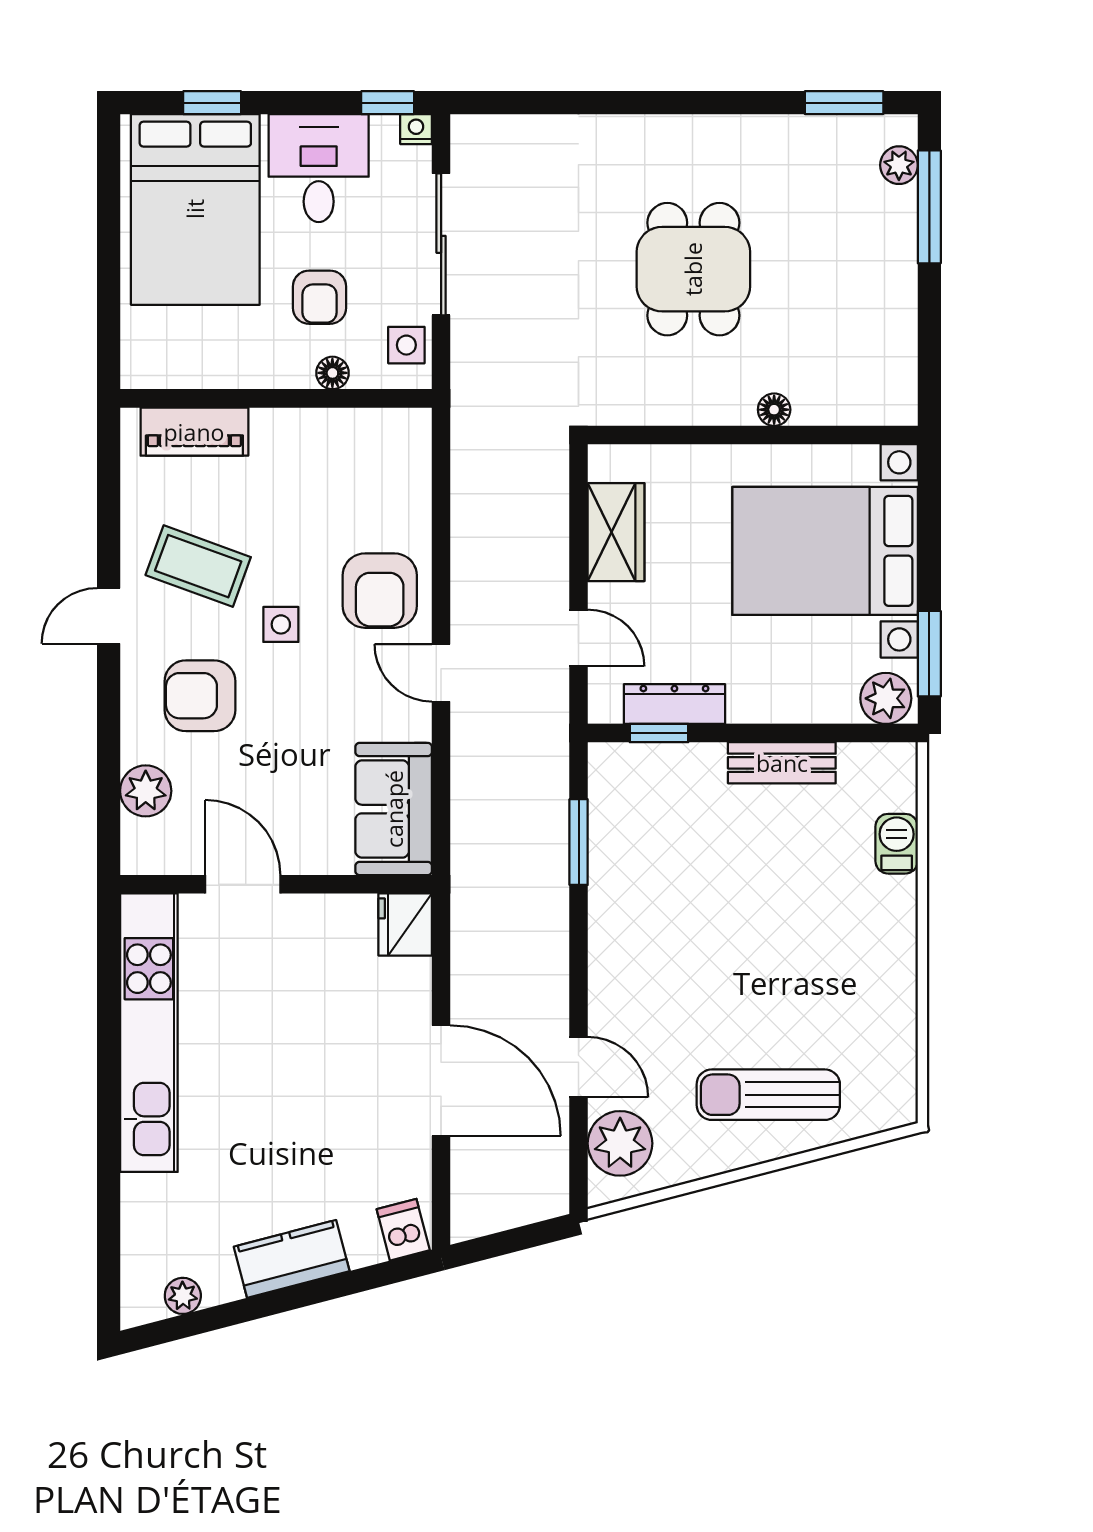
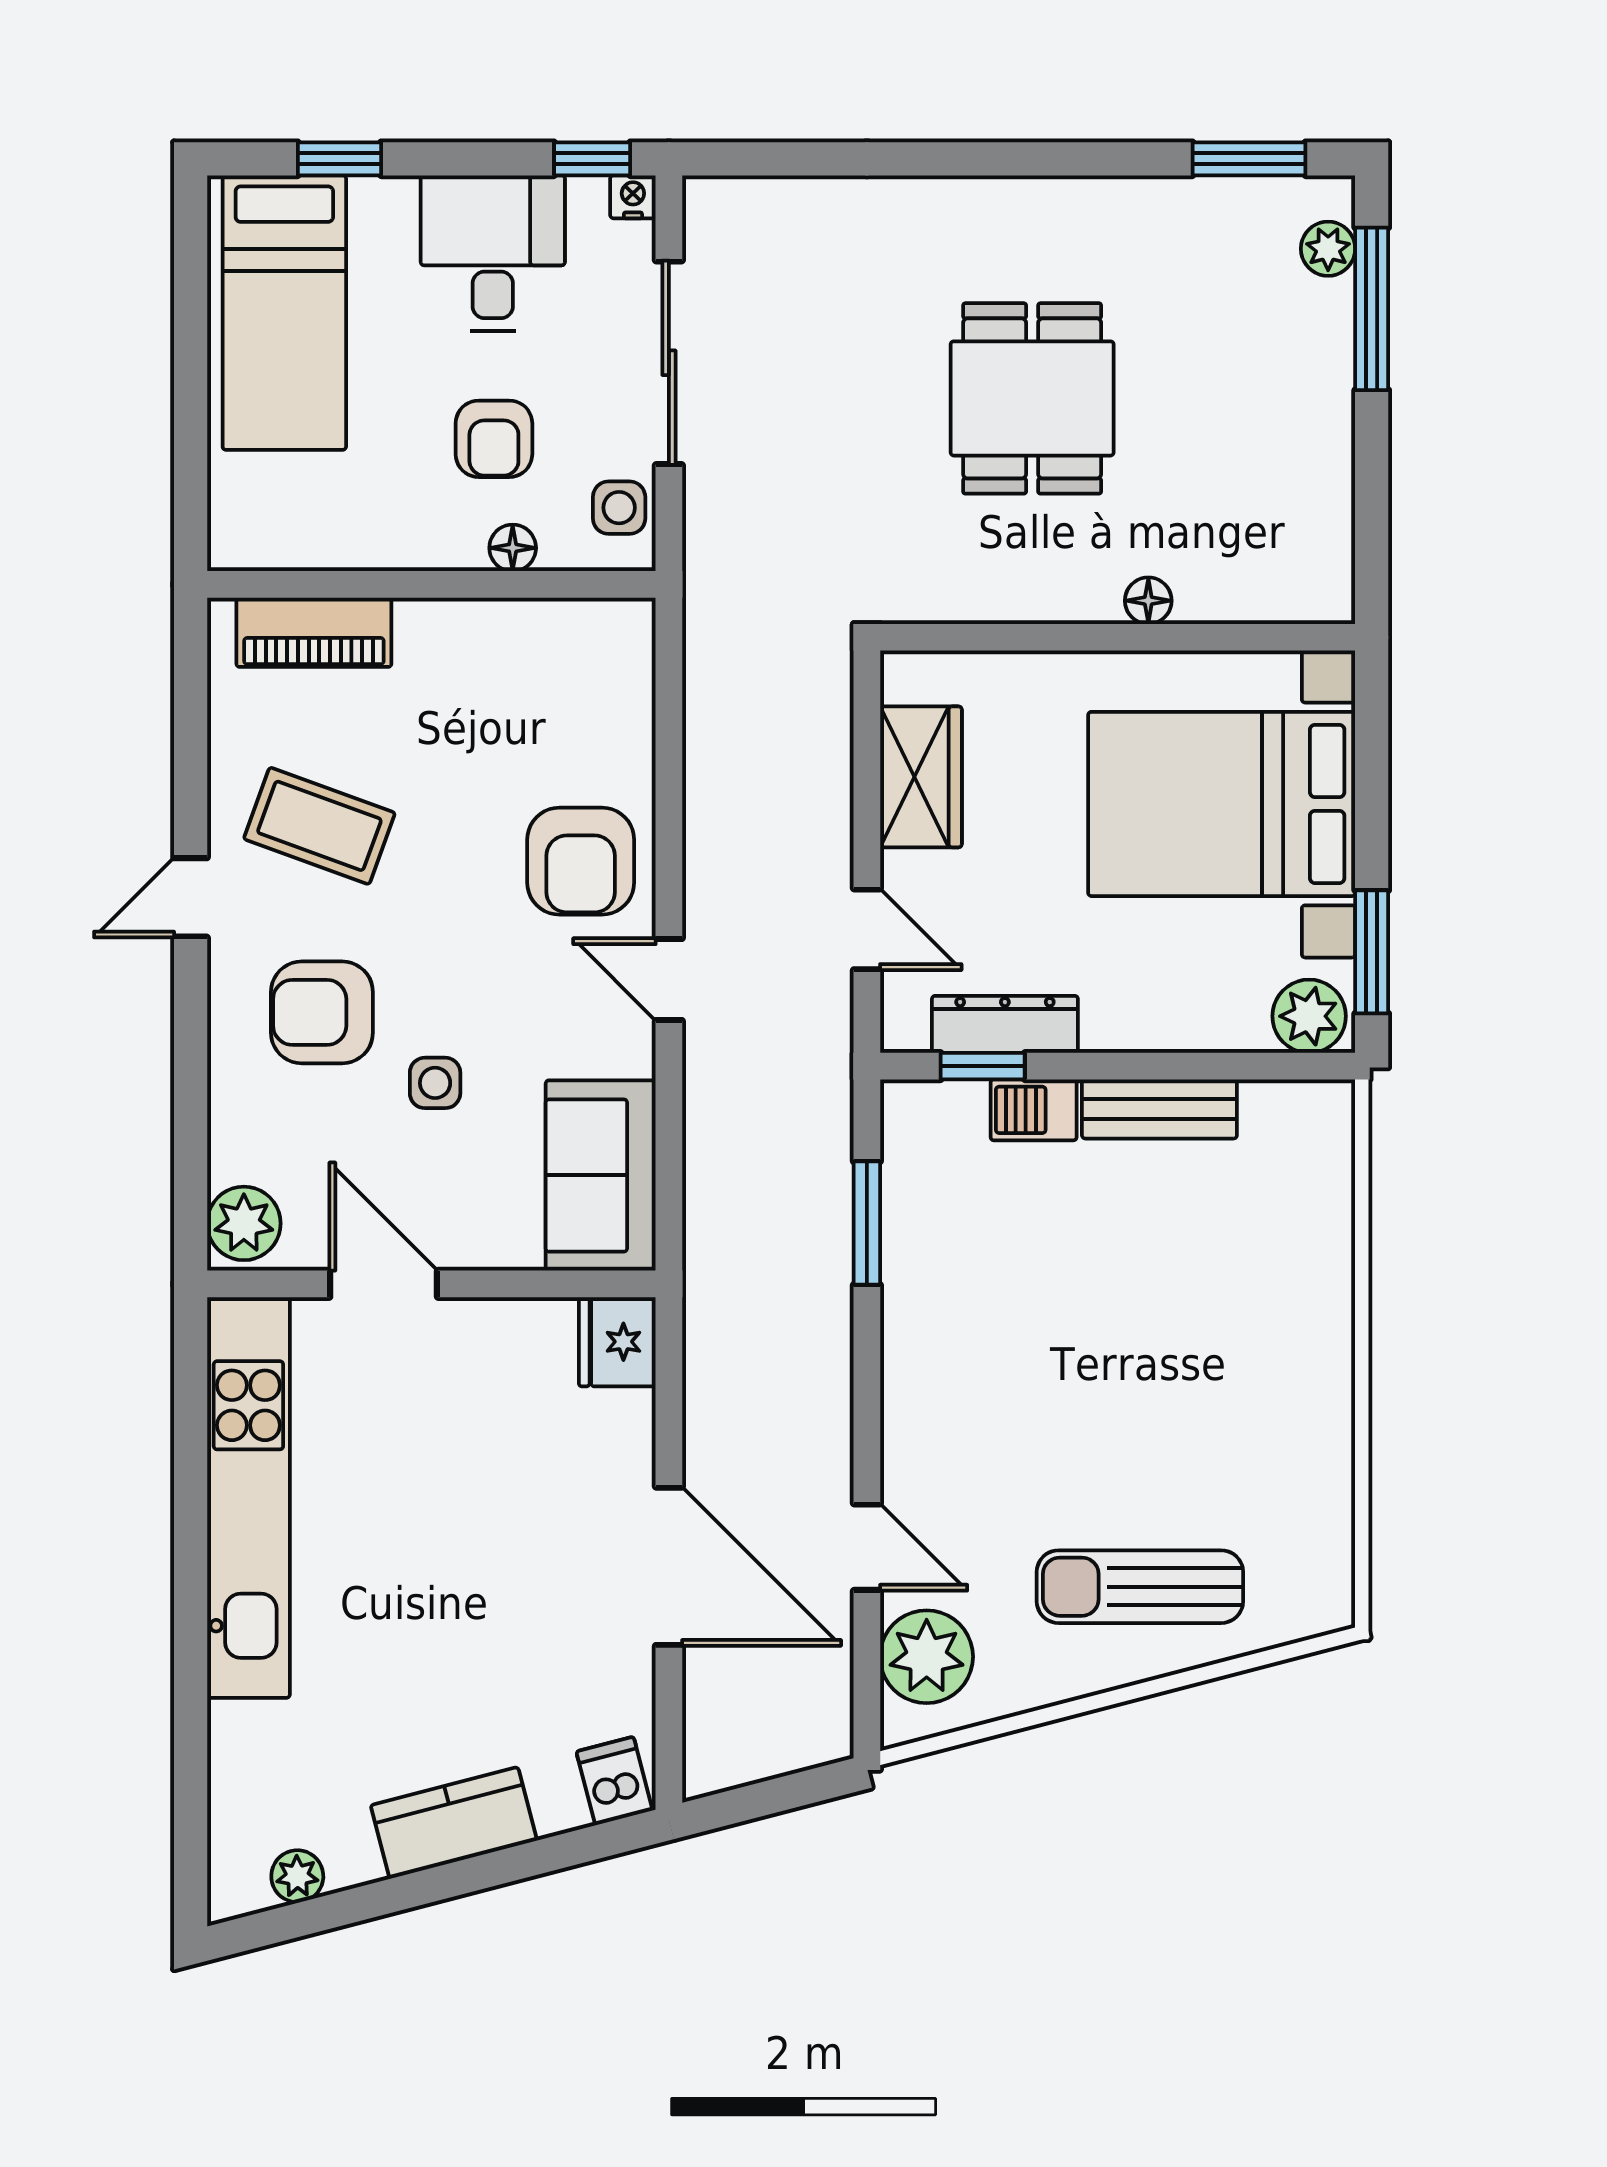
bed: (195, 209) -> (284, 313), width x0.67
side table: (281, 624) -> (435, 1083), moved
plant: (146, 791) -> (244, 1223), moved
barbecue: (897, 844) -> (1034, 1110), moved, turned -90

